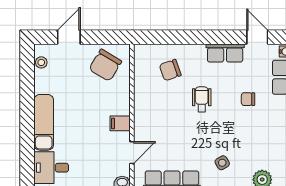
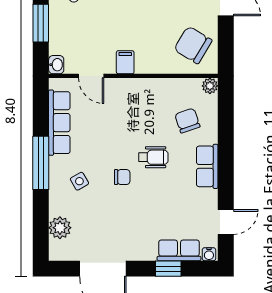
plant: (140, 51) -> (210, 86), added
row of seats: (225, 53) -> (207, 166), moved
chair: (248, 99) -> (122, 177), moved, turned 90

